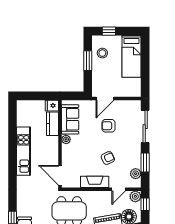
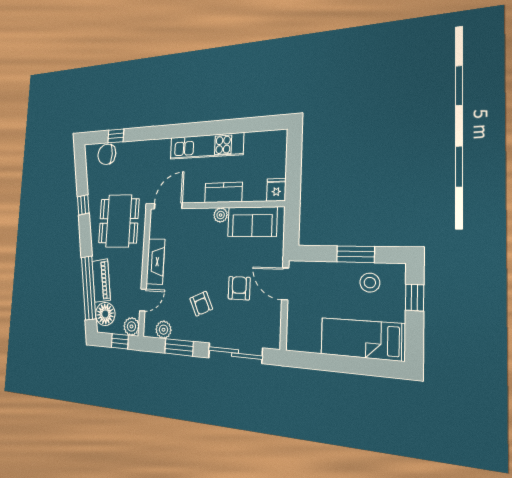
kitchen counter: (53, 124) -> (223, 192), moved
armchair: (108, 158) -> (201, 304), moved
door: (119, 189) -> (143, 300), swing flipped

